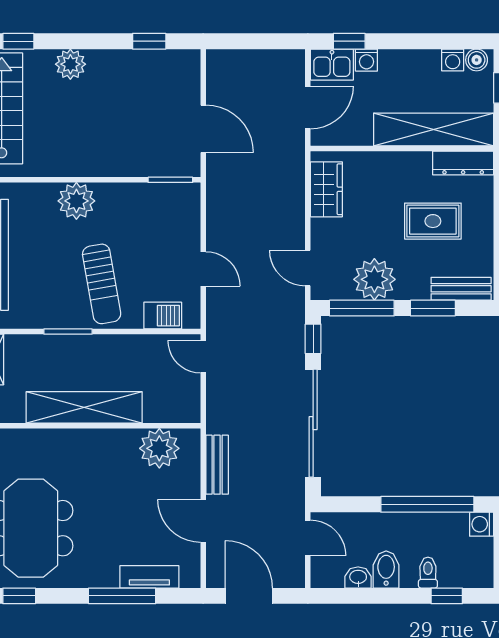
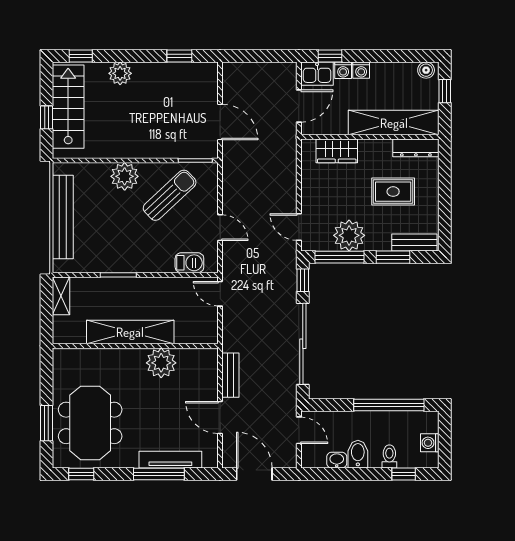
washing machine: (453, 60) -> (361, 70), moved
wardrobe: (326, 189) -> (337, 151), moved, turned 90
sun lounger: (102, 284) -> (170, 195), moved, turned -123
plant: (159, 448) -> (161, 363), moved
washing machine: (482, 524) -> (430, 443), moved
tv unit: (149, 577) -> (170, 460), width x1.41

